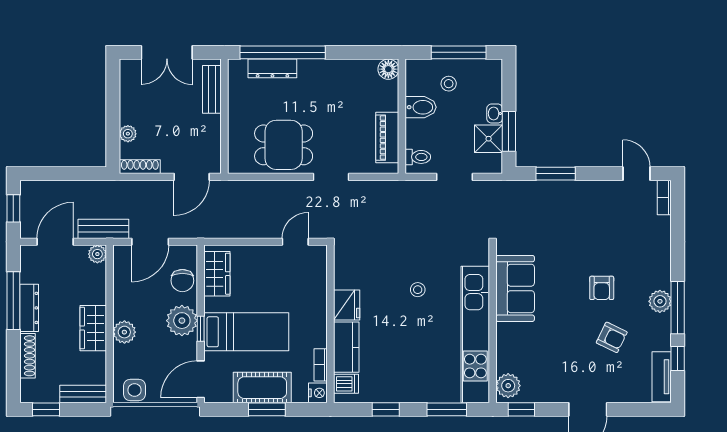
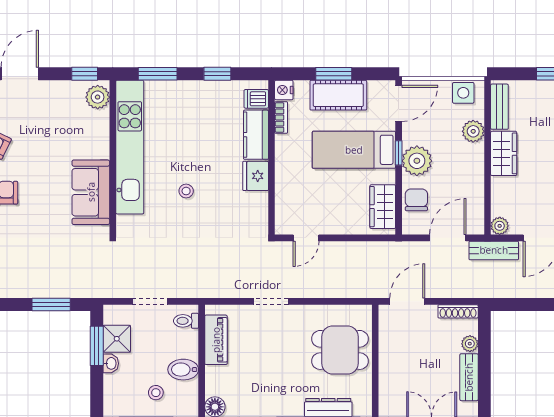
bench: (212, 89) -> (469, 377), moved
dining table: (284, 145) -> (340, 350), moved
plant: (124, 332) -> (473, 131), moved
bench: (83, 394) -> (499, 107), moved, turned 90

